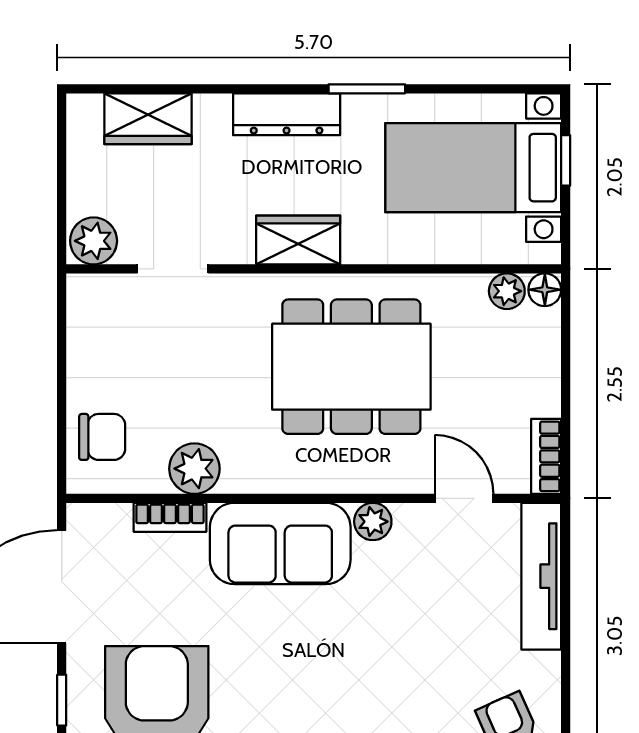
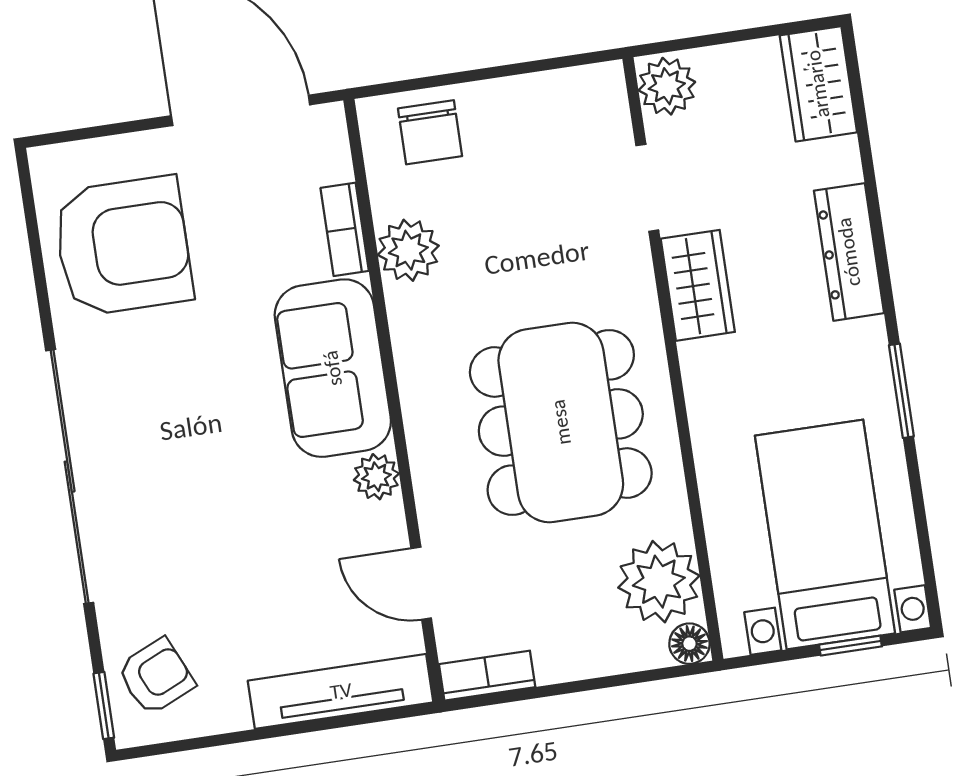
dresser: (287, 114) -> (849, 252), moved
wardrobe: (148, 119) -> (818, 84), moved
wardrobe: (298, 240) -> (698, 285), moved
plant: (507, 291) -> (659, 582), width x1.88, depth x1.88
door: (464, 498) -> (421, 583), swing flipped
window: (62, 700) -> (103, 131), removed

